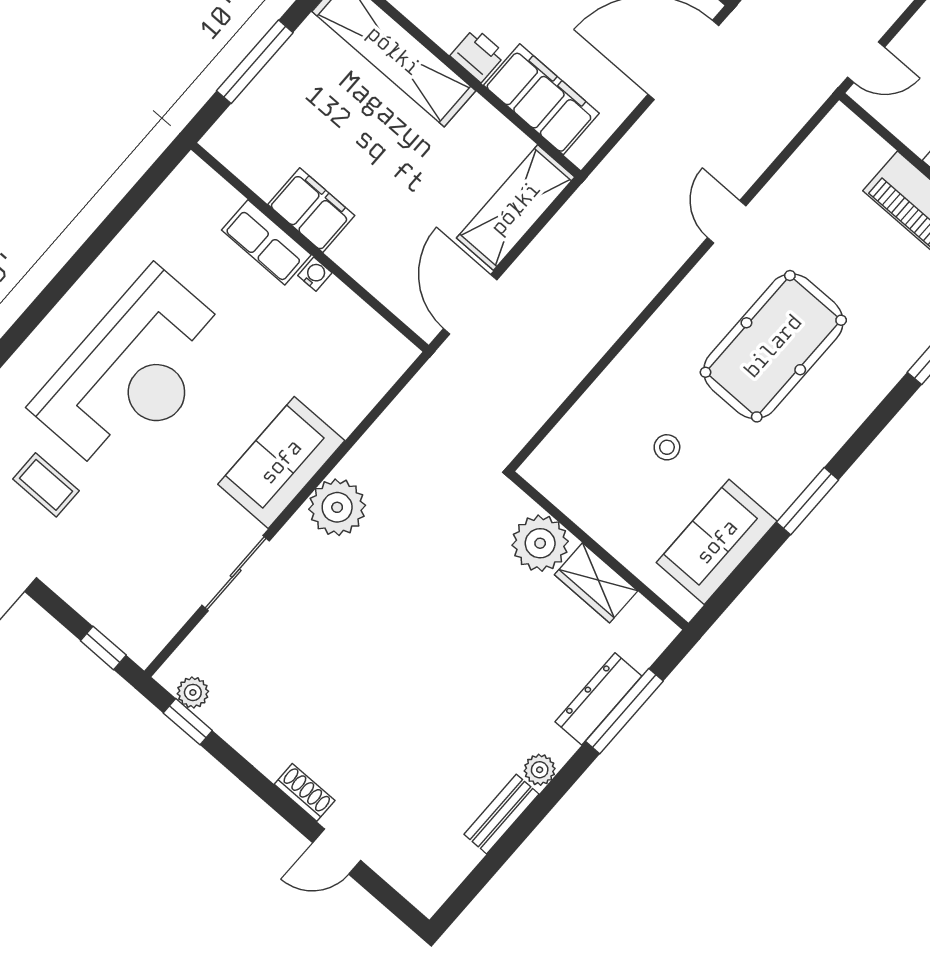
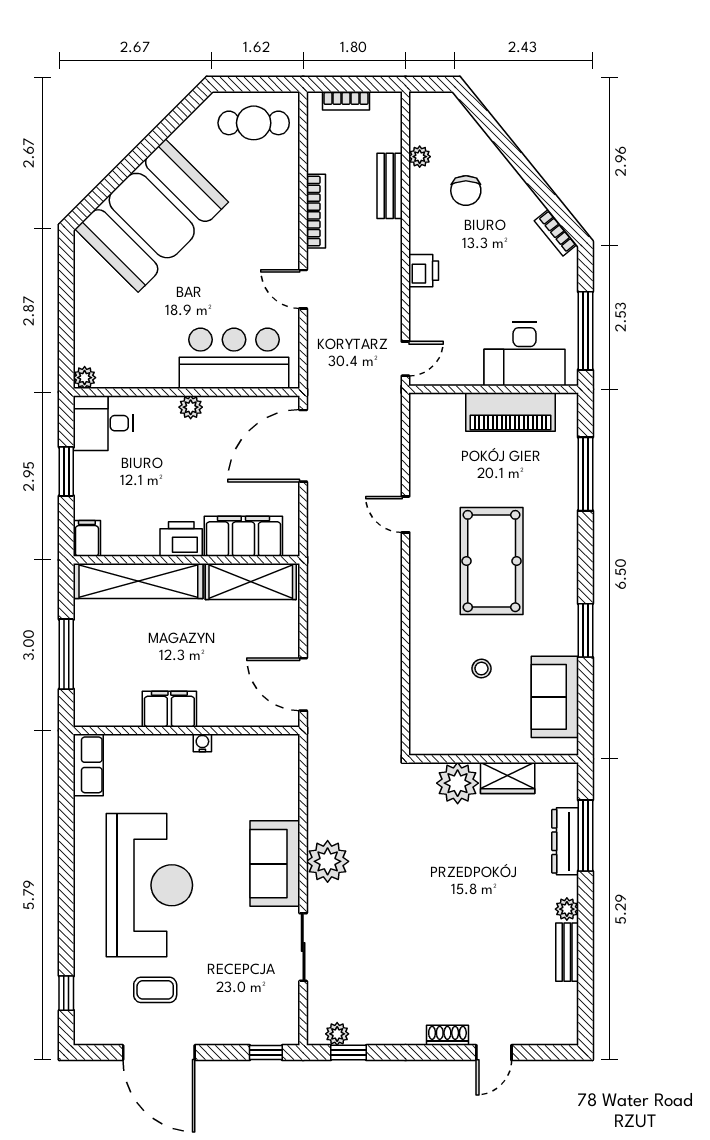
printer: (478, 55) -> (181, 539), width x1.36, depth x1.24
shelving: (516, 208) -> (251, 581), moved, turned 90
row of seats: (266, 242) -> (88, 765), moved, turned -90

